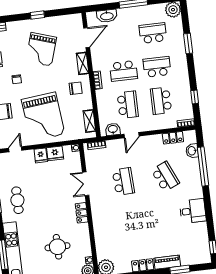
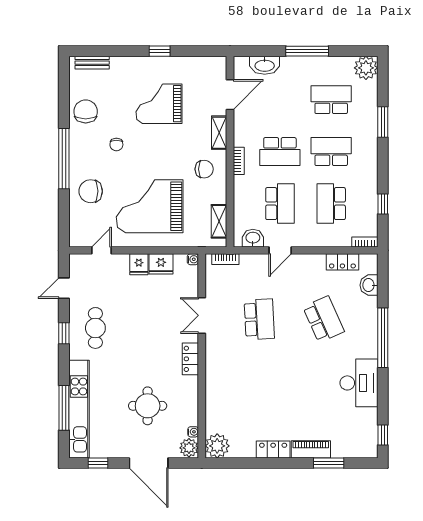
grand piano: (41, 49) -> (159, 104), turned 72
grand piano: (43, 117) -> (150, 206), turned 96
window: (203, 166) -> (383, 338), moved
desk: (193, 211) -> (359, 383), width x1.37

